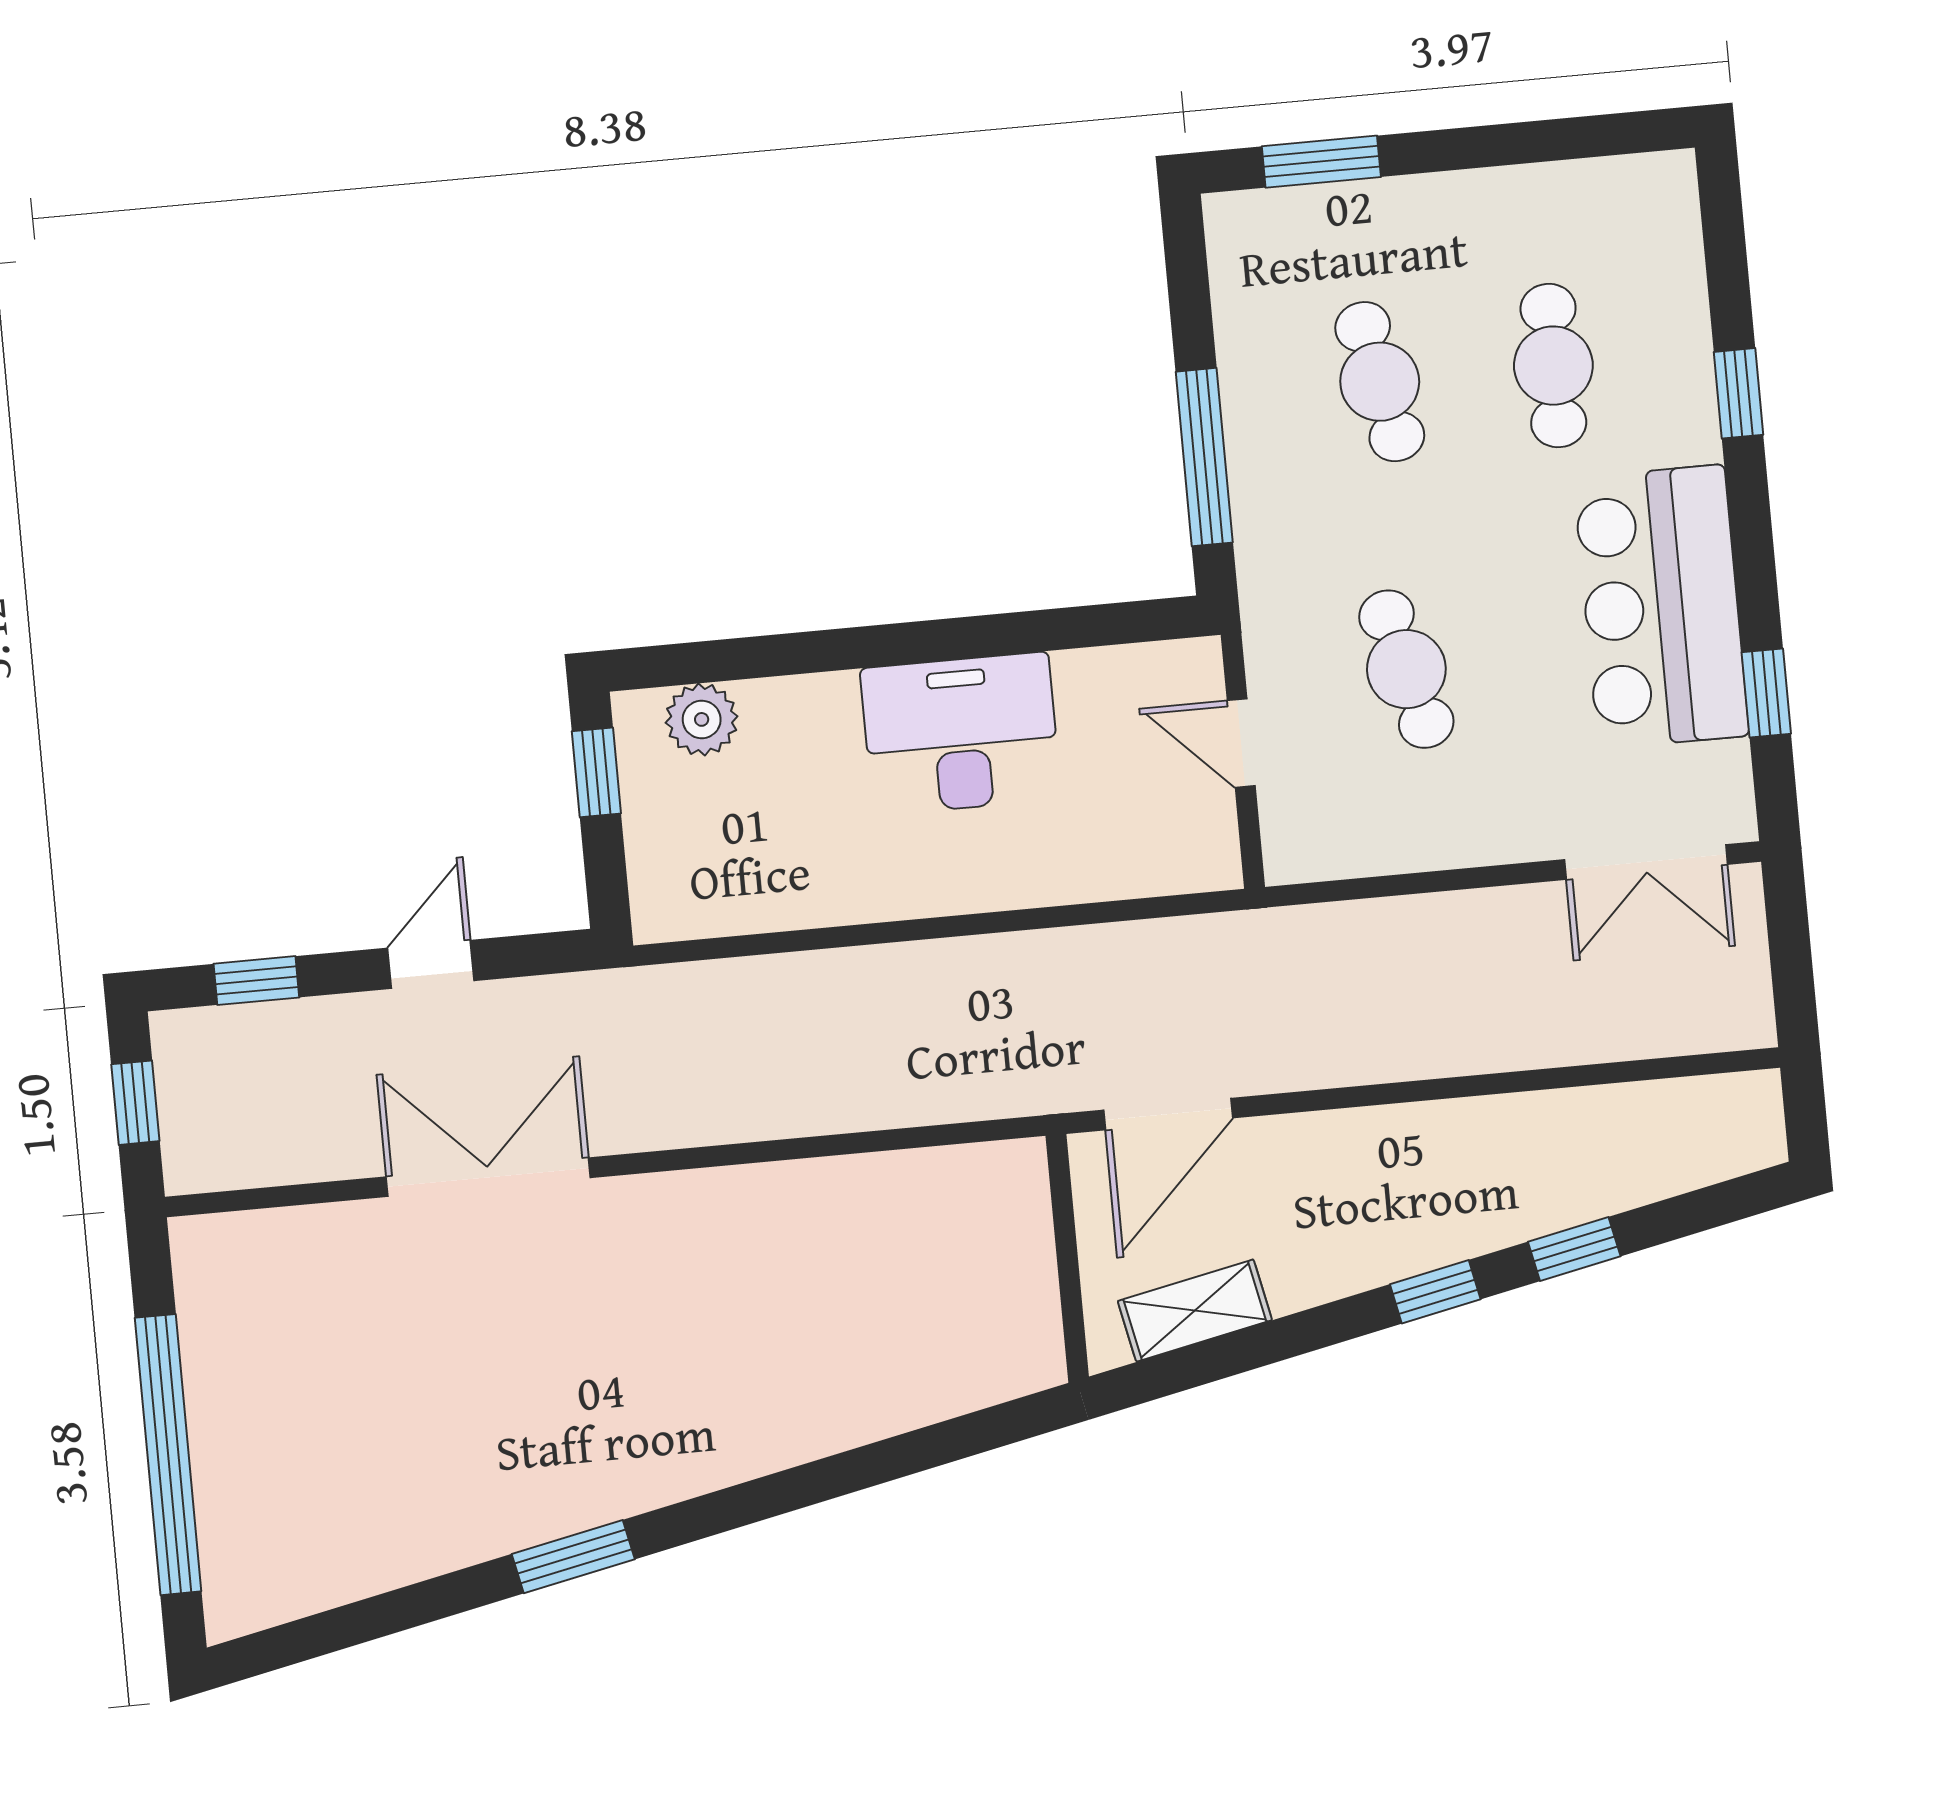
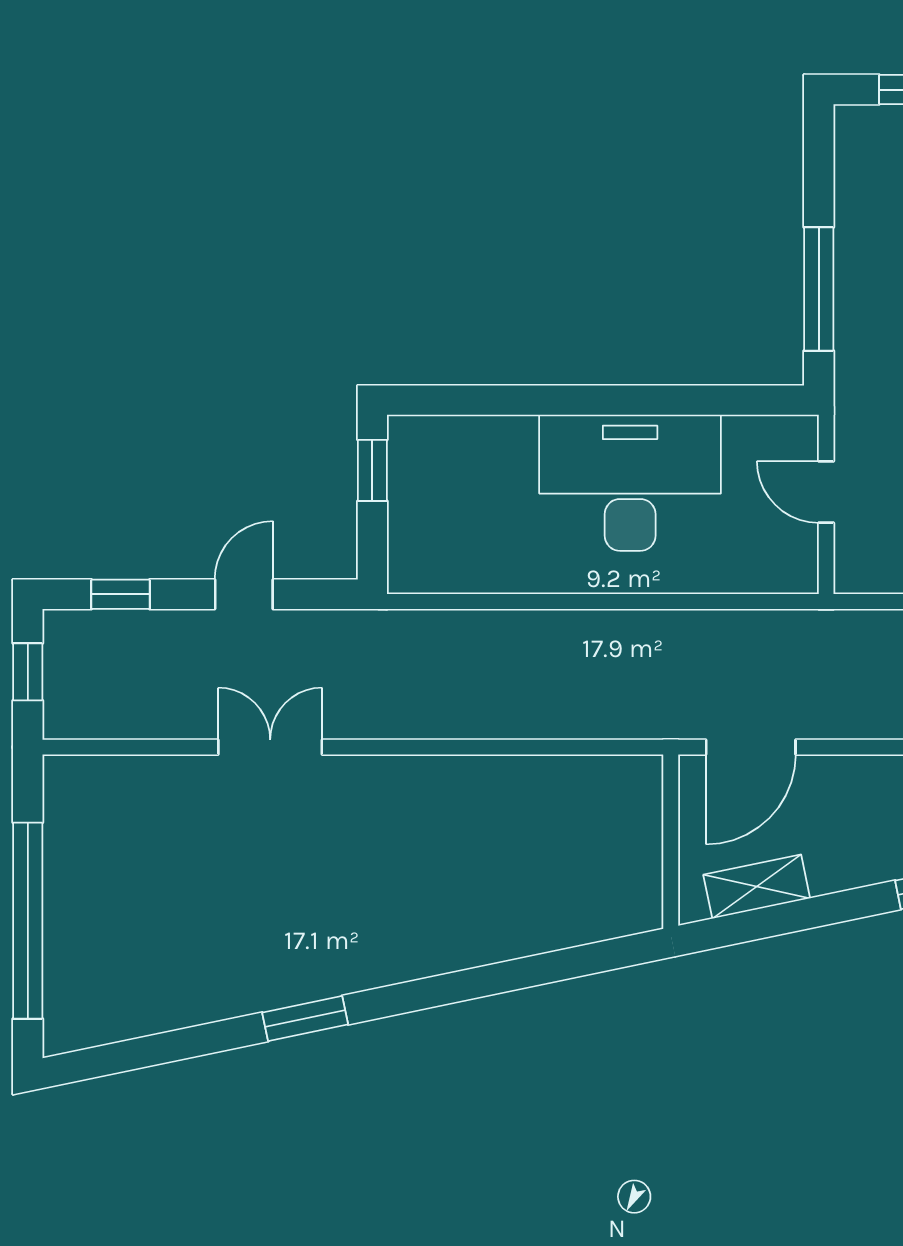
plant: (702, 719) -> (449, 440), removed
desk: (961, 734) -> (630, 483), width x1.36, depth x1.30
double door: (488, 1177) -> (270, 747), width x0.73

